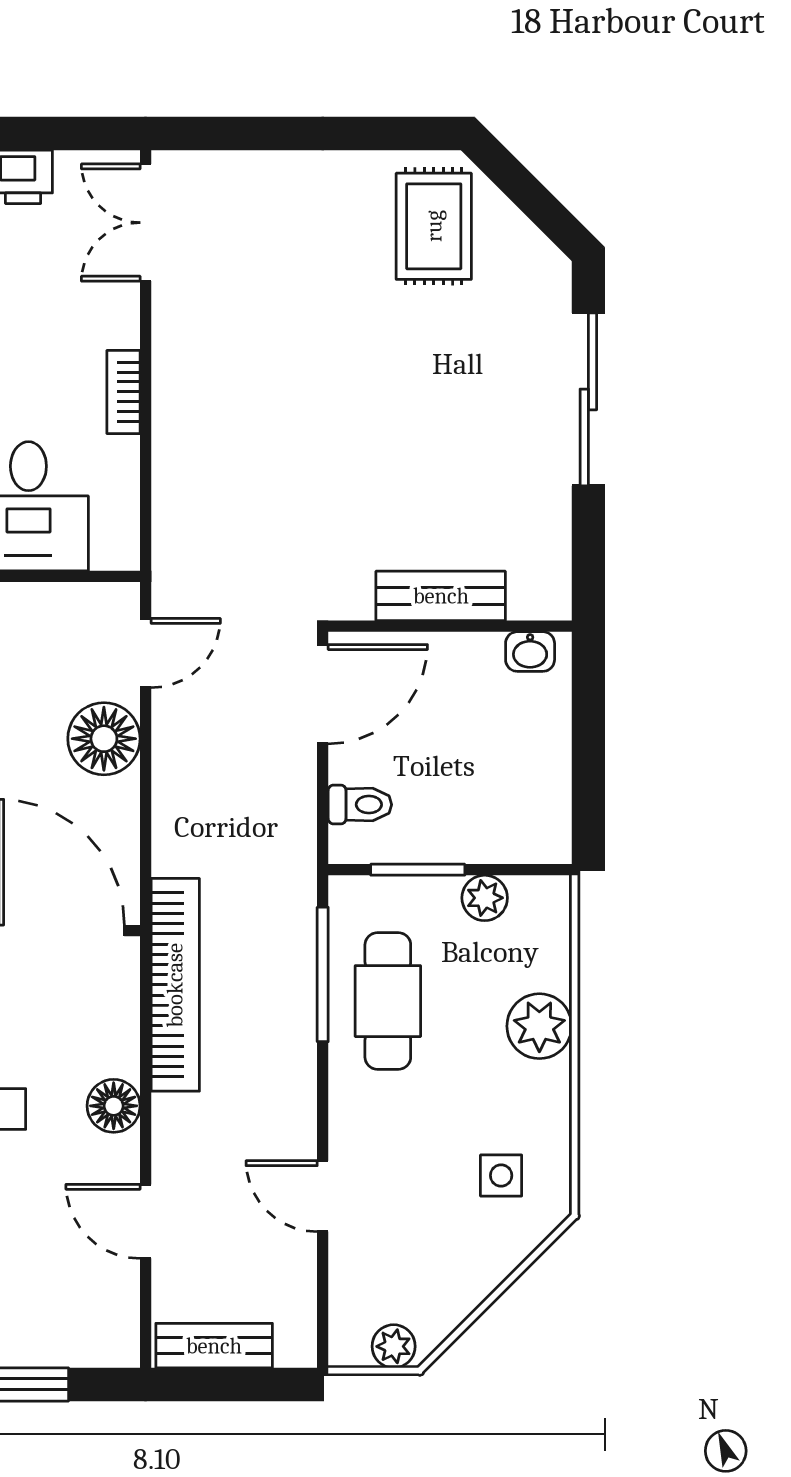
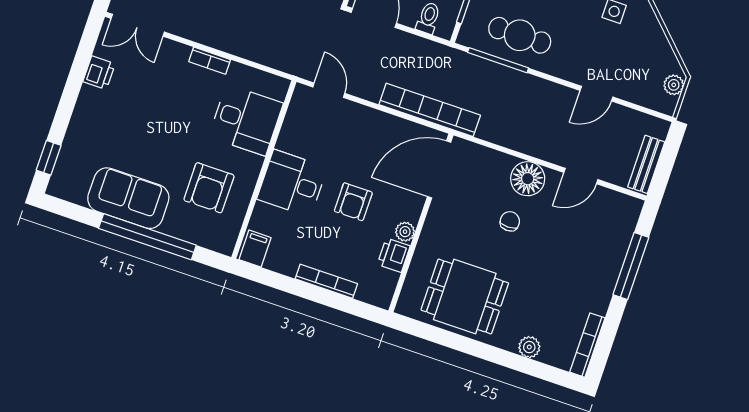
floor lamp: (104, 739) -> (360, 122), removed
bookcase: (175, 985) -> (430, 110), moved
floor lamp: (114, 1106) -> (528, 179), width x1.38, depth x1.38

